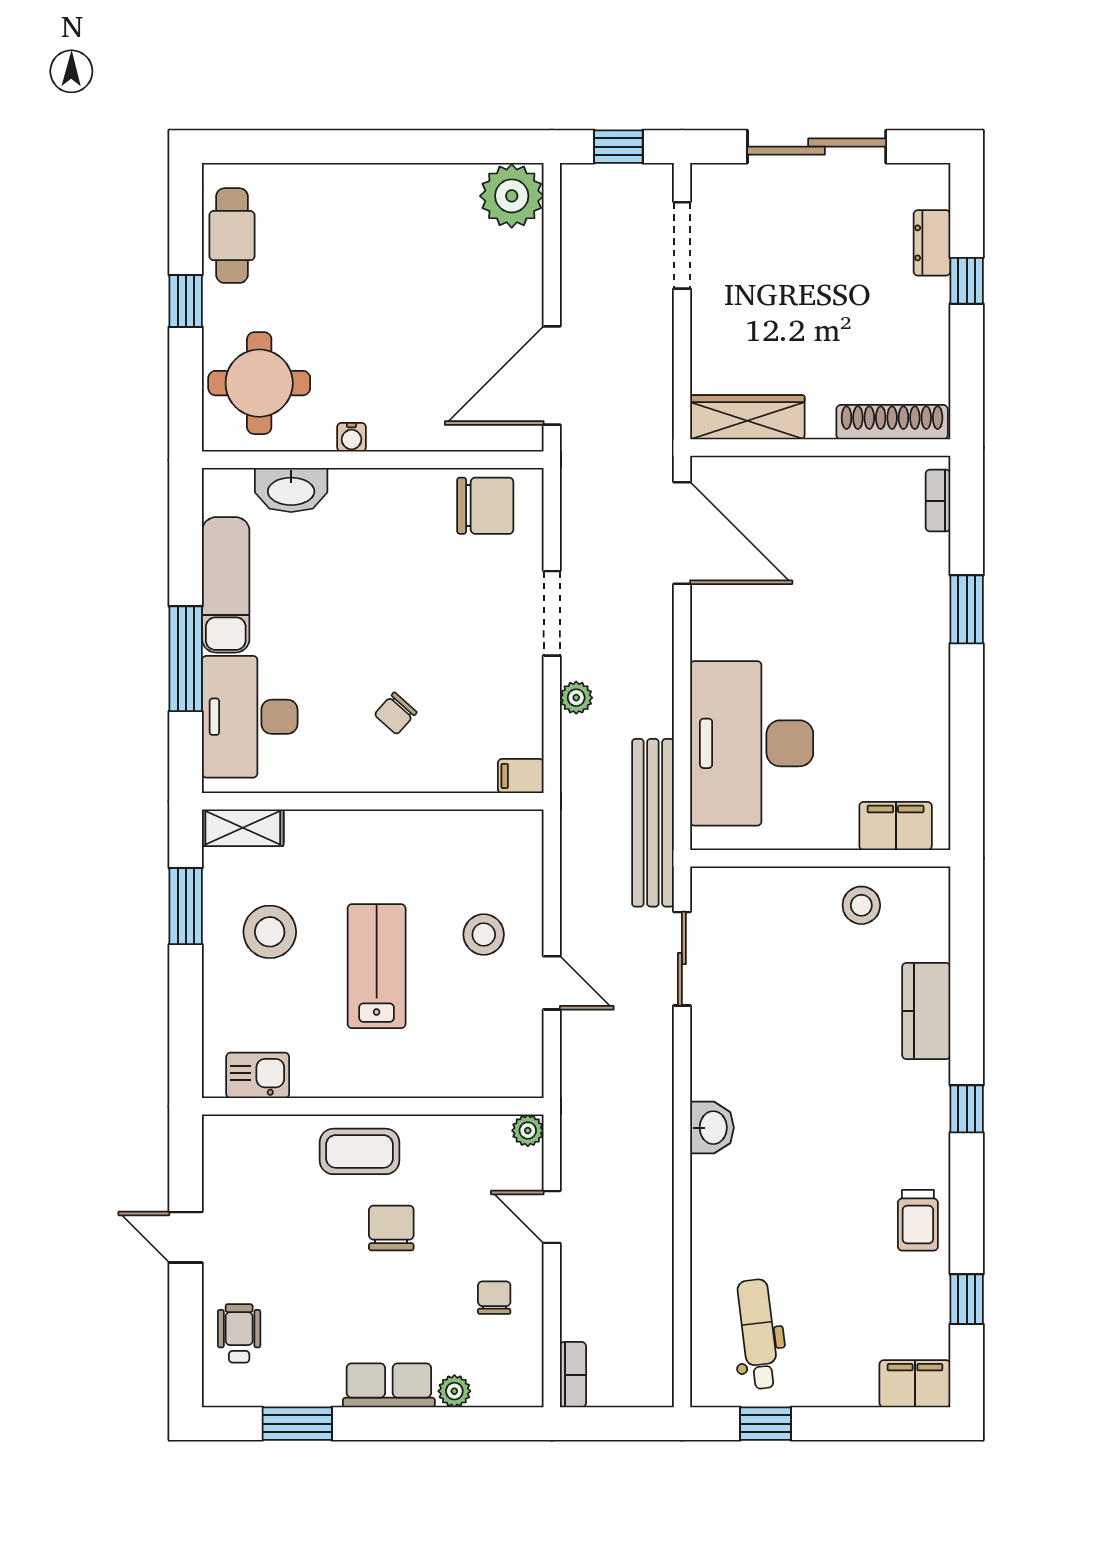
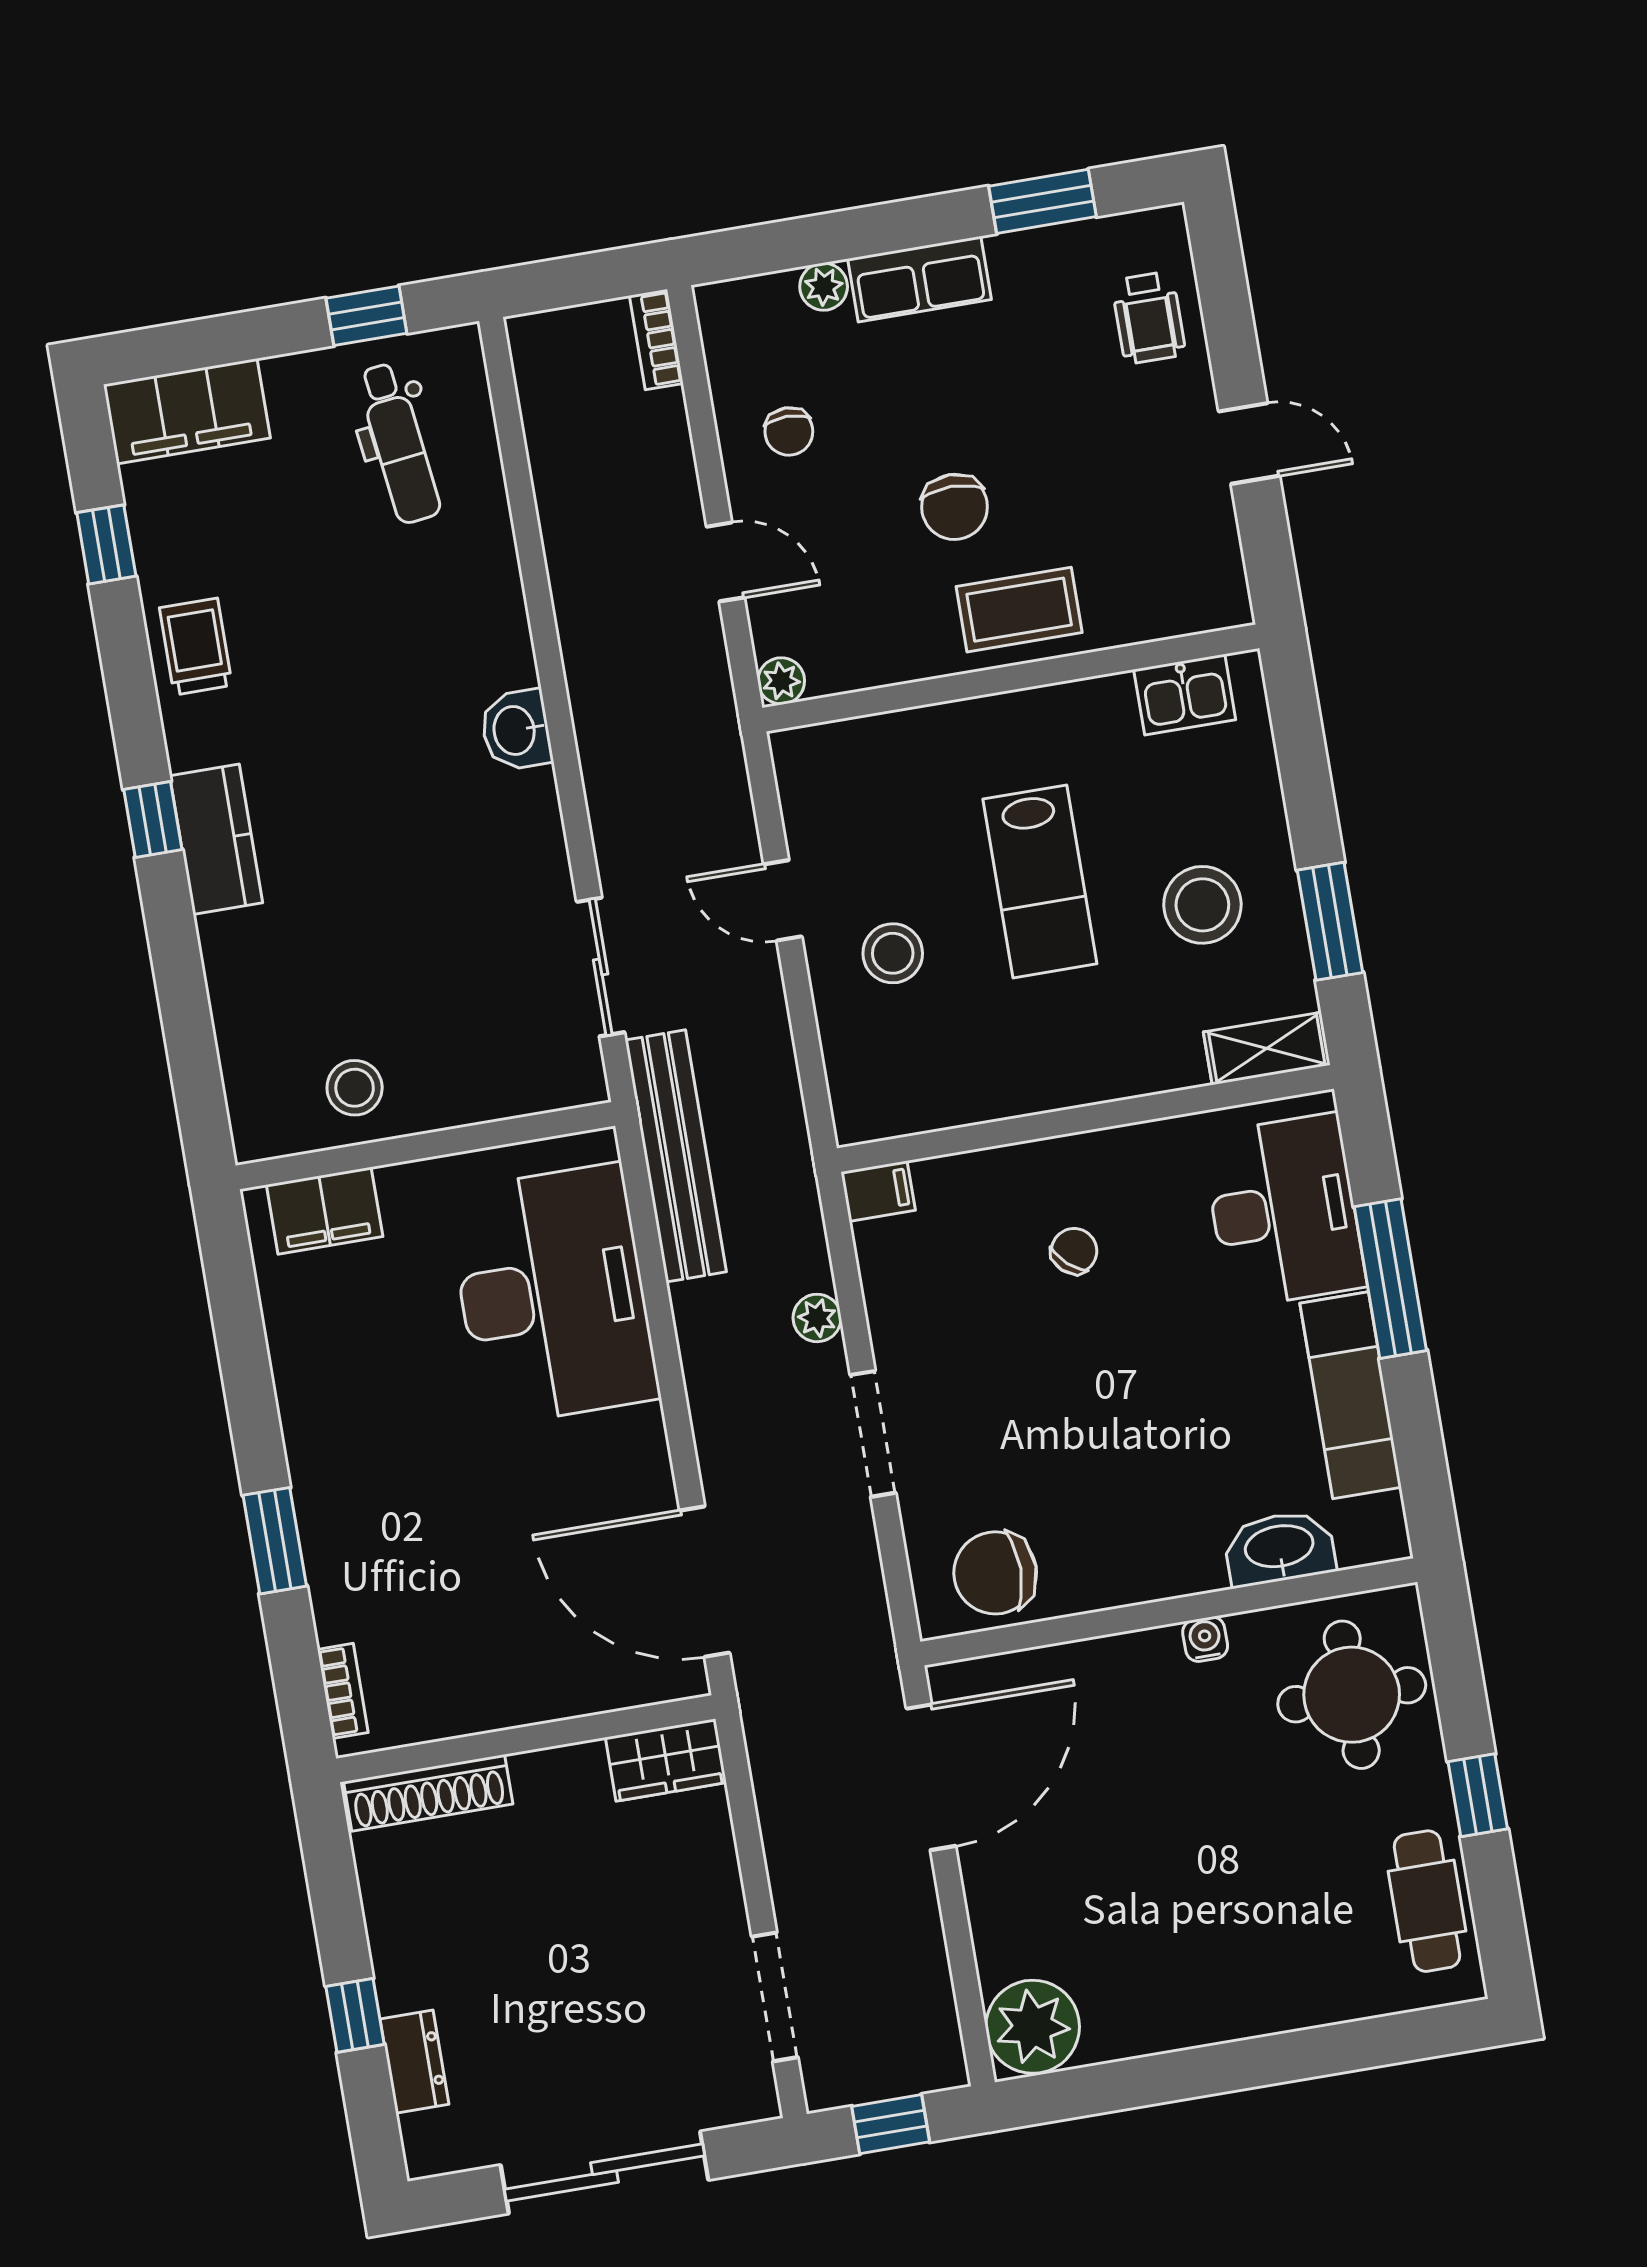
wardrobe: (747, 417) -> (666, 1760), width x0.67
kitchen counter: (926, 1011) -> (216, 839), moved
filing cabinet: (915, 1384) -> (187, 411), width x1.50, depth x1.17

